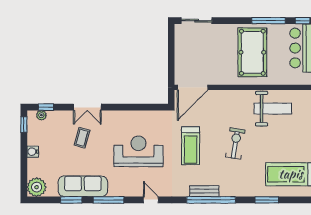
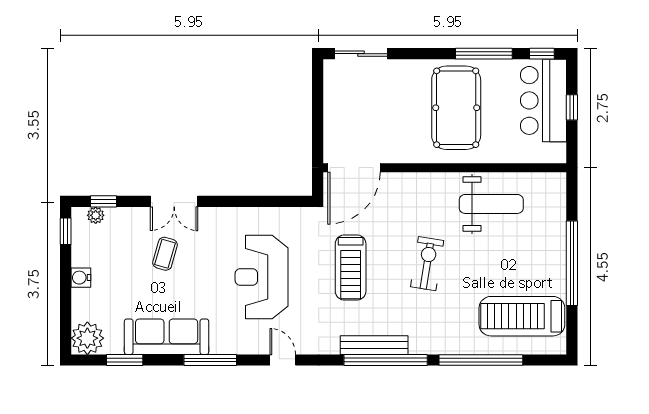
reception desk: (138, 151) -> (262, 277), turned -90
bench: (204, 191) -> (374, 345), width x1.36
window: (71, 200) -> (125, 360), moved
window: (267, 200) -> (481, 360), width x2.11

